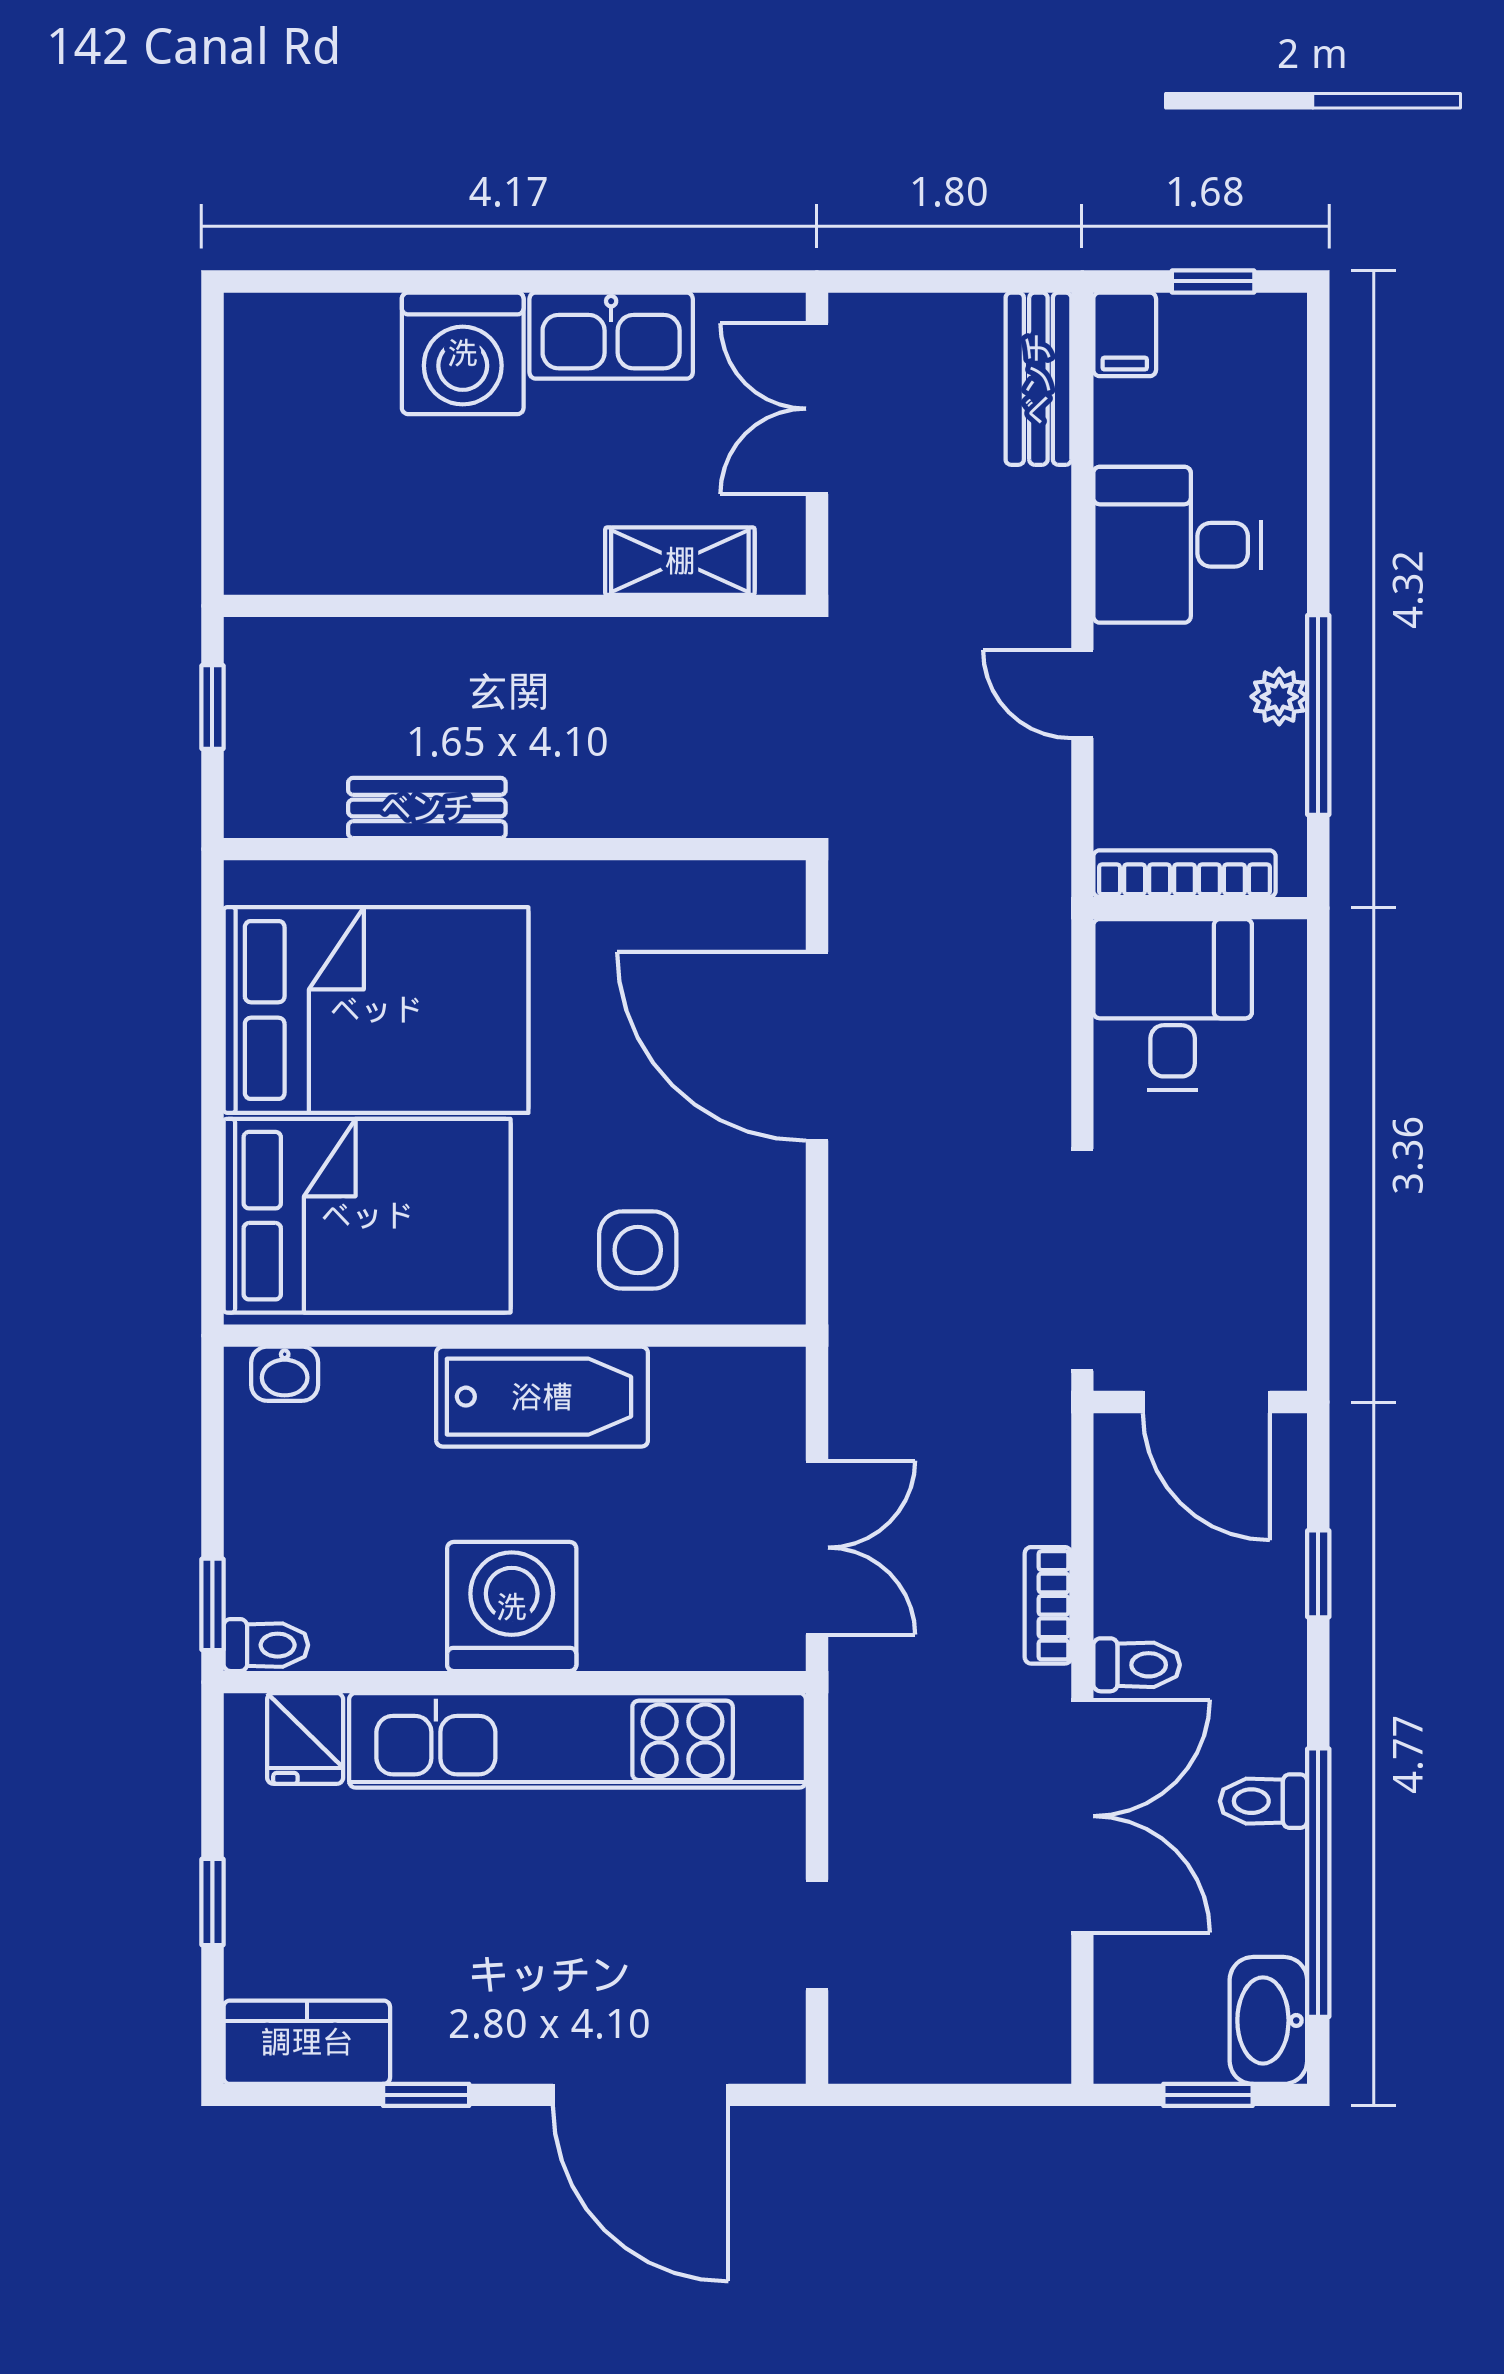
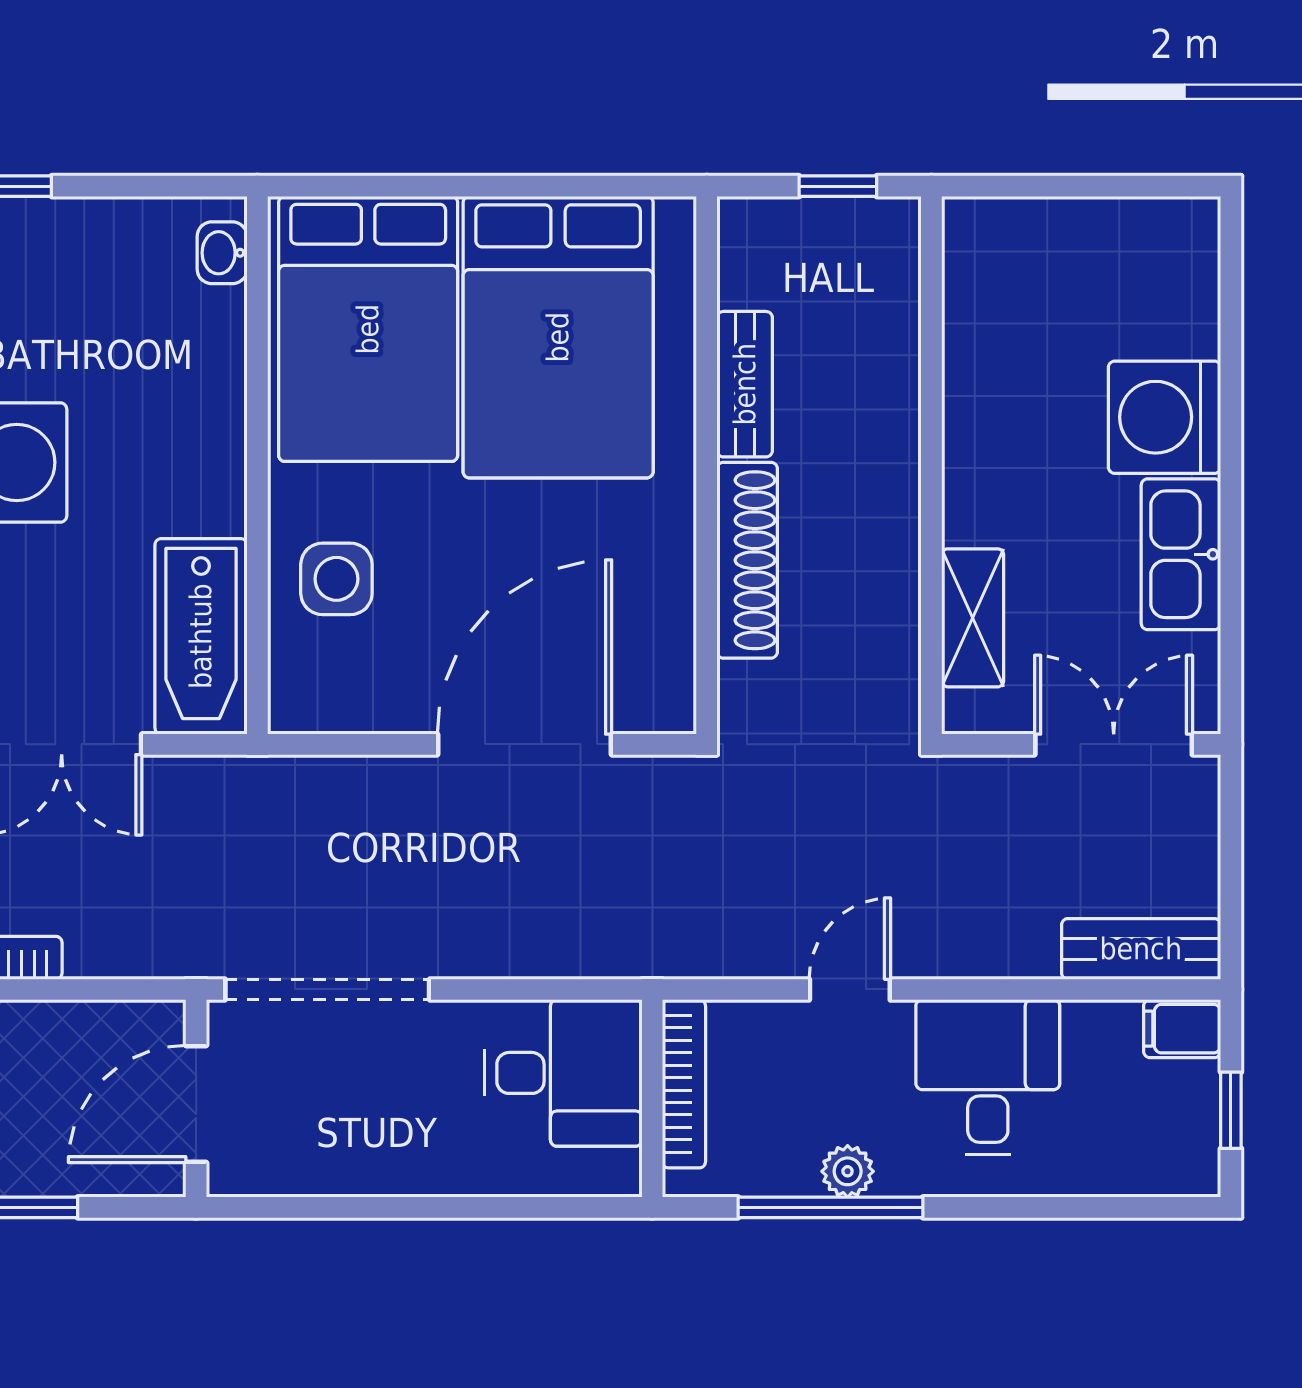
shoe rack: (618, 805) -> (747, 560), added
bathtub: (542, 1397) -> (201, 636), moved

